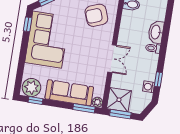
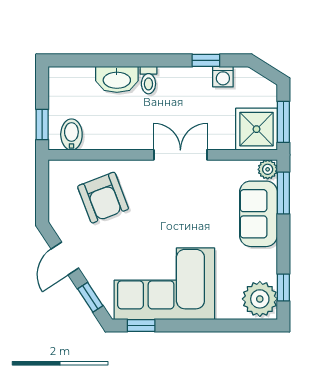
sofa: (69, 93) -> (258, 214), width x0.73

